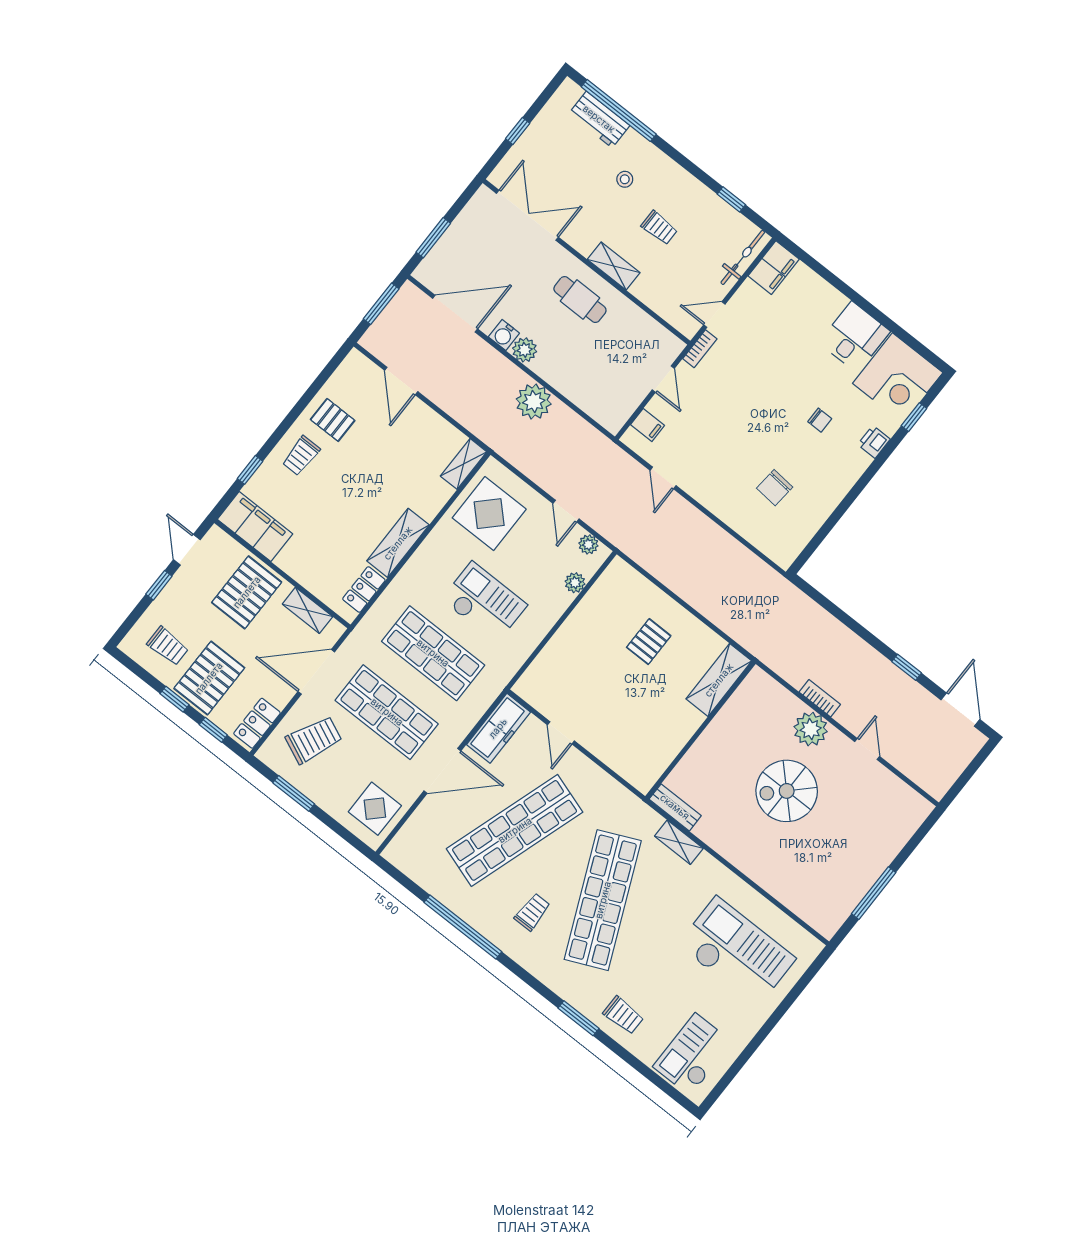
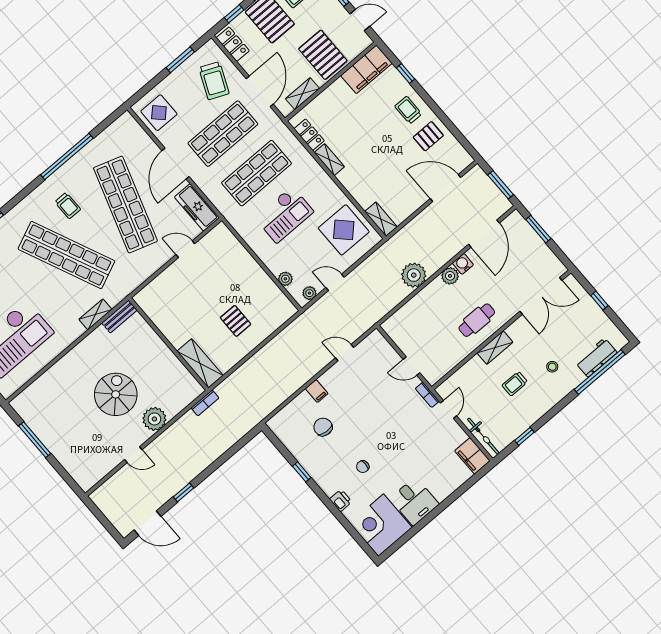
door: (401, 381) -> (445, 188), width x1.36
window: (914, 417) -> (302, 472), moved
filing cabinet: (648, 425) -> (317, 391), moved, turned -90
shelving: (398, 543) -> (329, 160), width x0.67, depth x0.75
bookcase: (820, 698) -> (205, 403), moved

